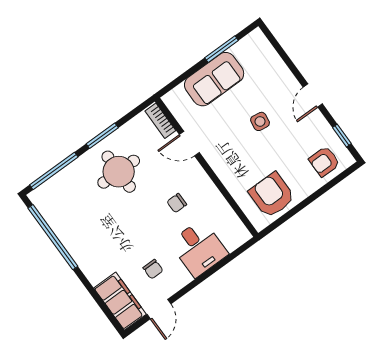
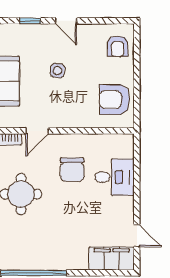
window: (342, 136) -> (30, 21), moved
chair: (177, 203) -> (72, 170), width x1.87, depth x1.87
chair: (153, 269) -> (106, 219), removed

